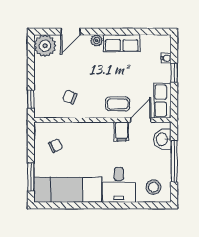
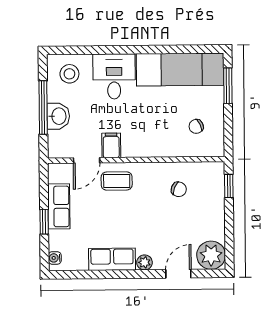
water cooler: (166, 58) -> (55, 258), moved
row of seats: (163, 101) -> (59, 206), moved
washbasin: (162, 139) -> (58, 116), moved

